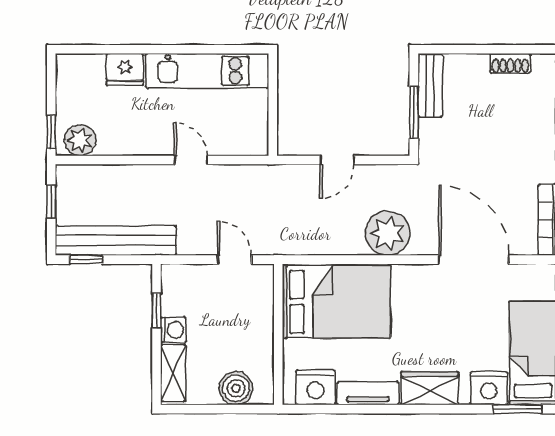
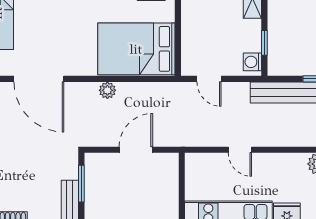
door: (337, 160) -> (136, 150), width x1.38
plant: (388, 233) -> (107, 90), width x0.53, depth x0.53
washing machine: (173, 330) -> (252, 62), moved

